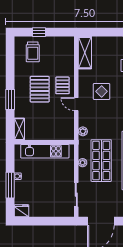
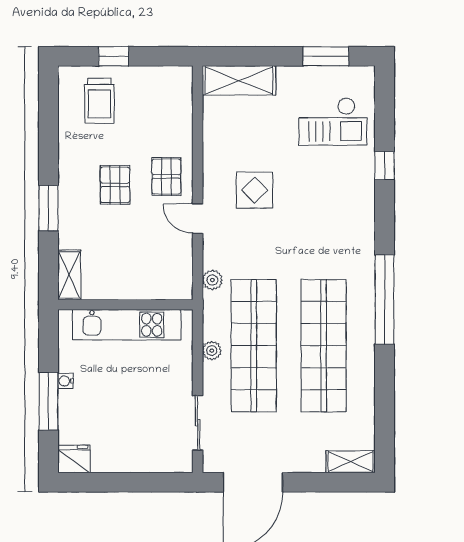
shelving: (85, 53) -> (239, 80), moved, turned 90
pallet: (40, 89) -> (115, 185), width x0.67, depth x0.71
shop shelf: (101, 161) -> (254, 346), width x1.40

